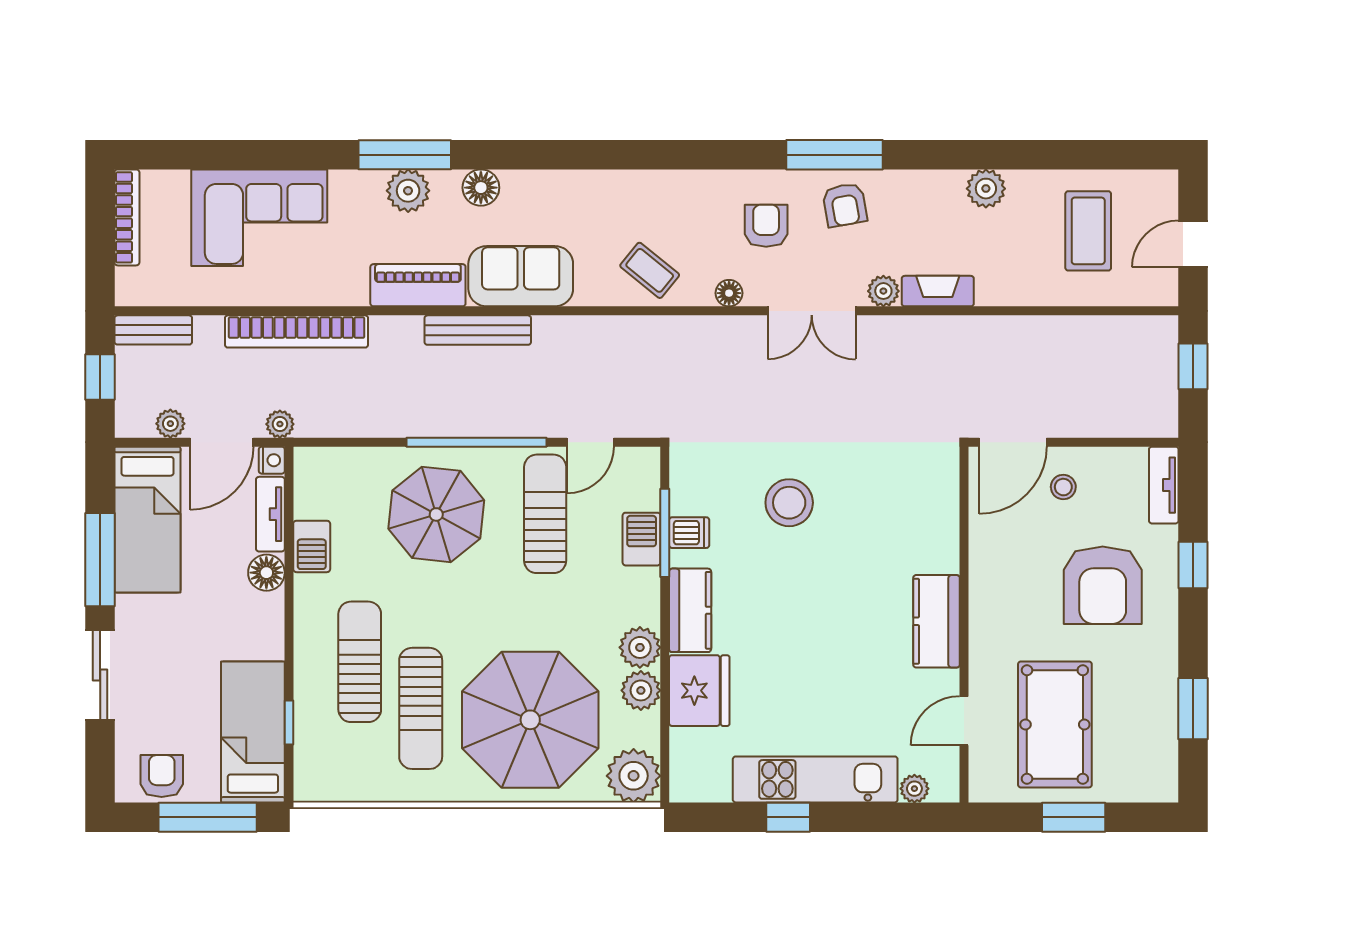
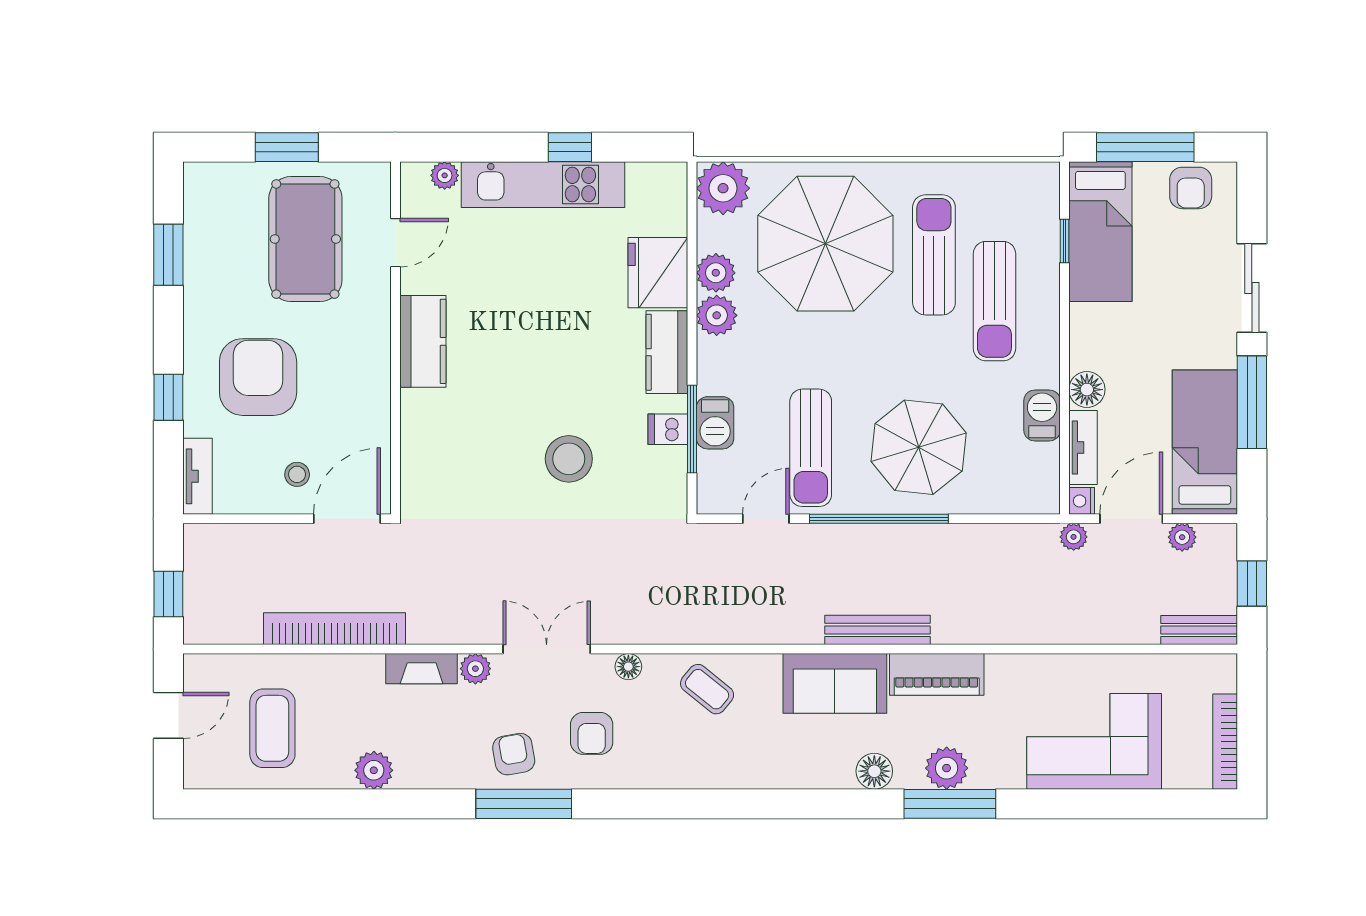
bookcase: (297, 331) -> (335, 629), moved

